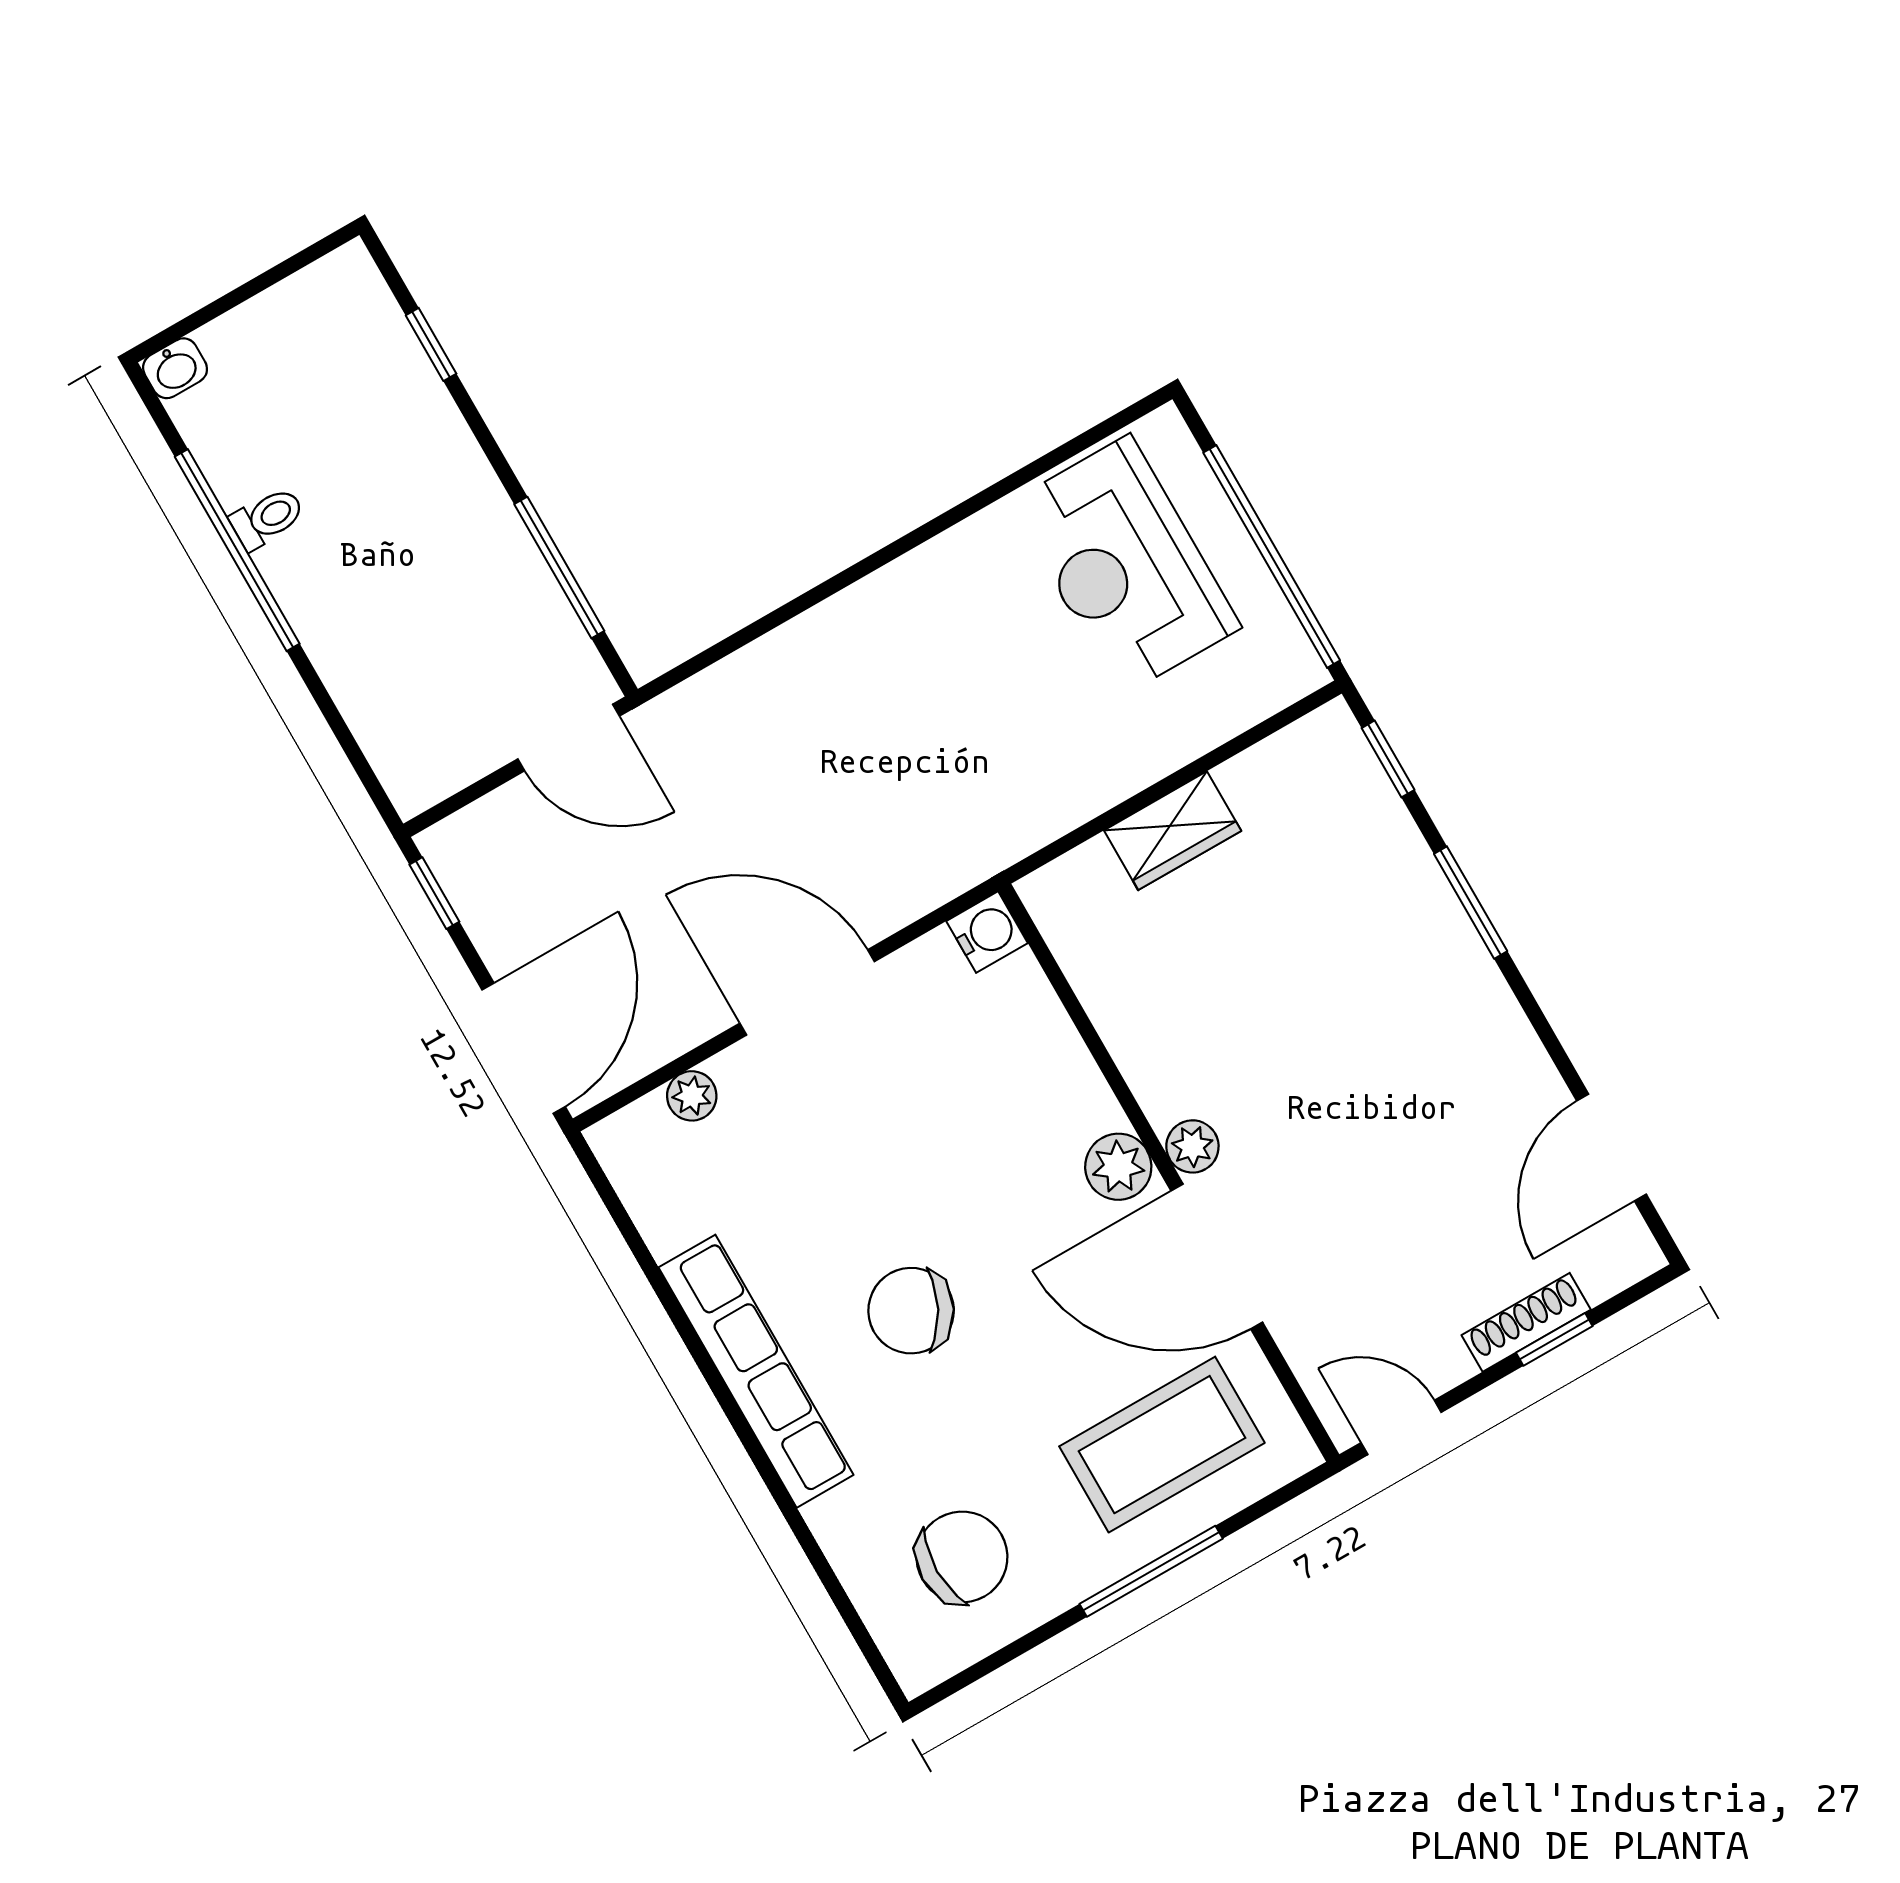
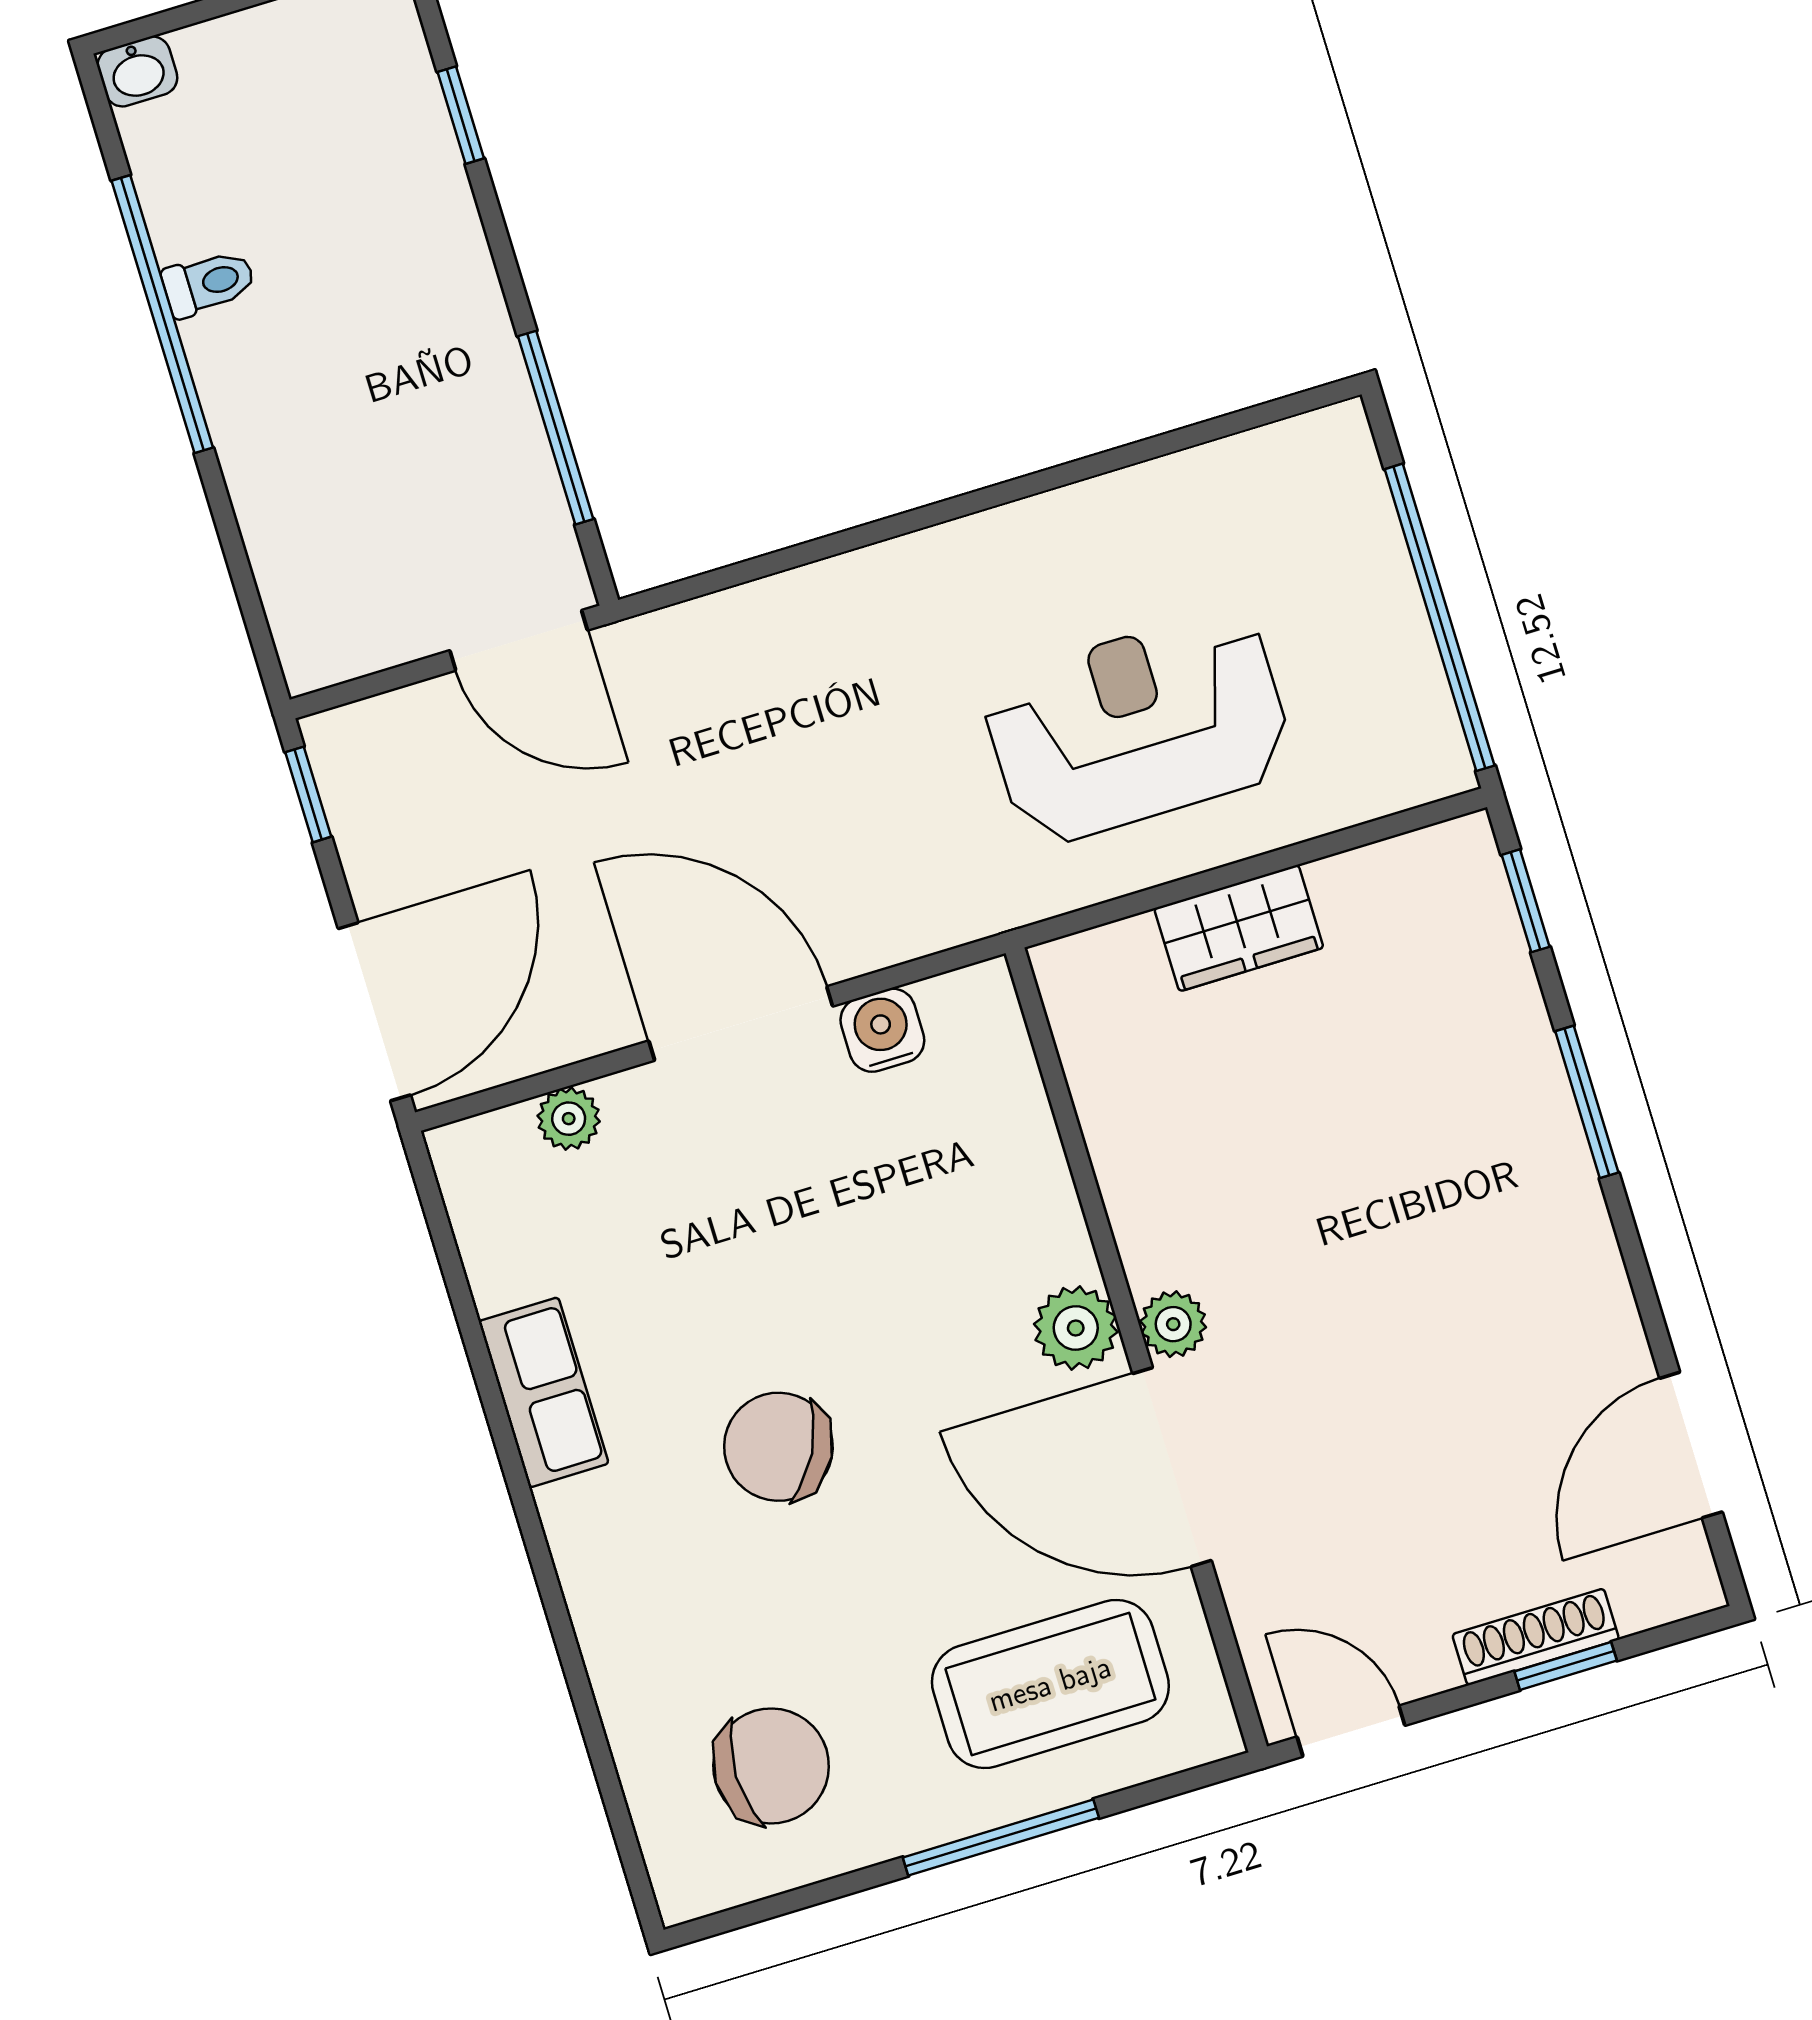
reception desk: (1125, 565) -> (1138, 727), moved, turned 90
water cooler: (987, 932) -> (882, 1030), moved, turned -90
row of seats: (756, 1371) -> (544, 1392), width x0.50

